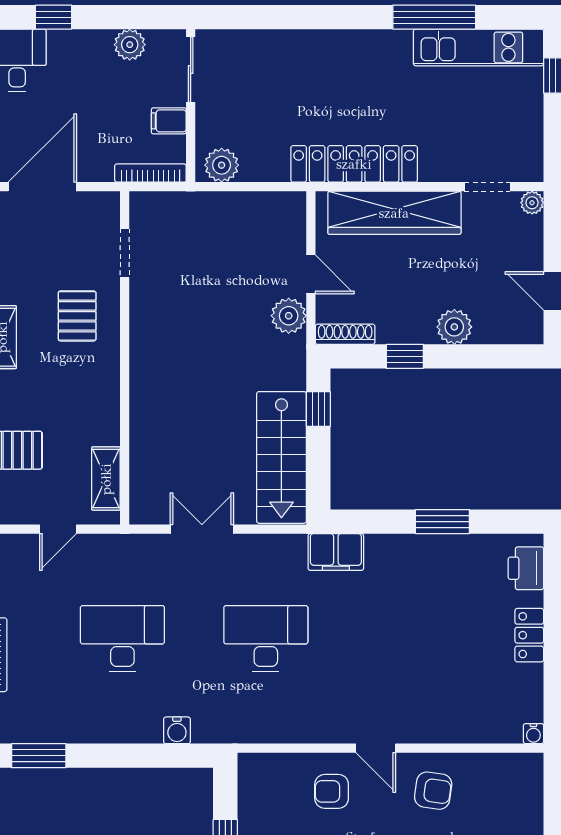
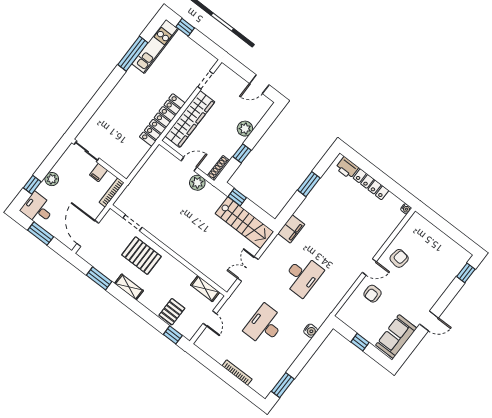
plant: (130, 45) -> (52, 179), moved
plant: (222, 165) -> (128, 166), removed
plant: (532, 203) -> (223, 69), removed
pallet: (77, 316) -> (141, 256), width x1.50, depth x1.42
locker: (529, 635) -> (371, 184), width x1.53
desk: (266, 639) -> (302, 276), turned 180

